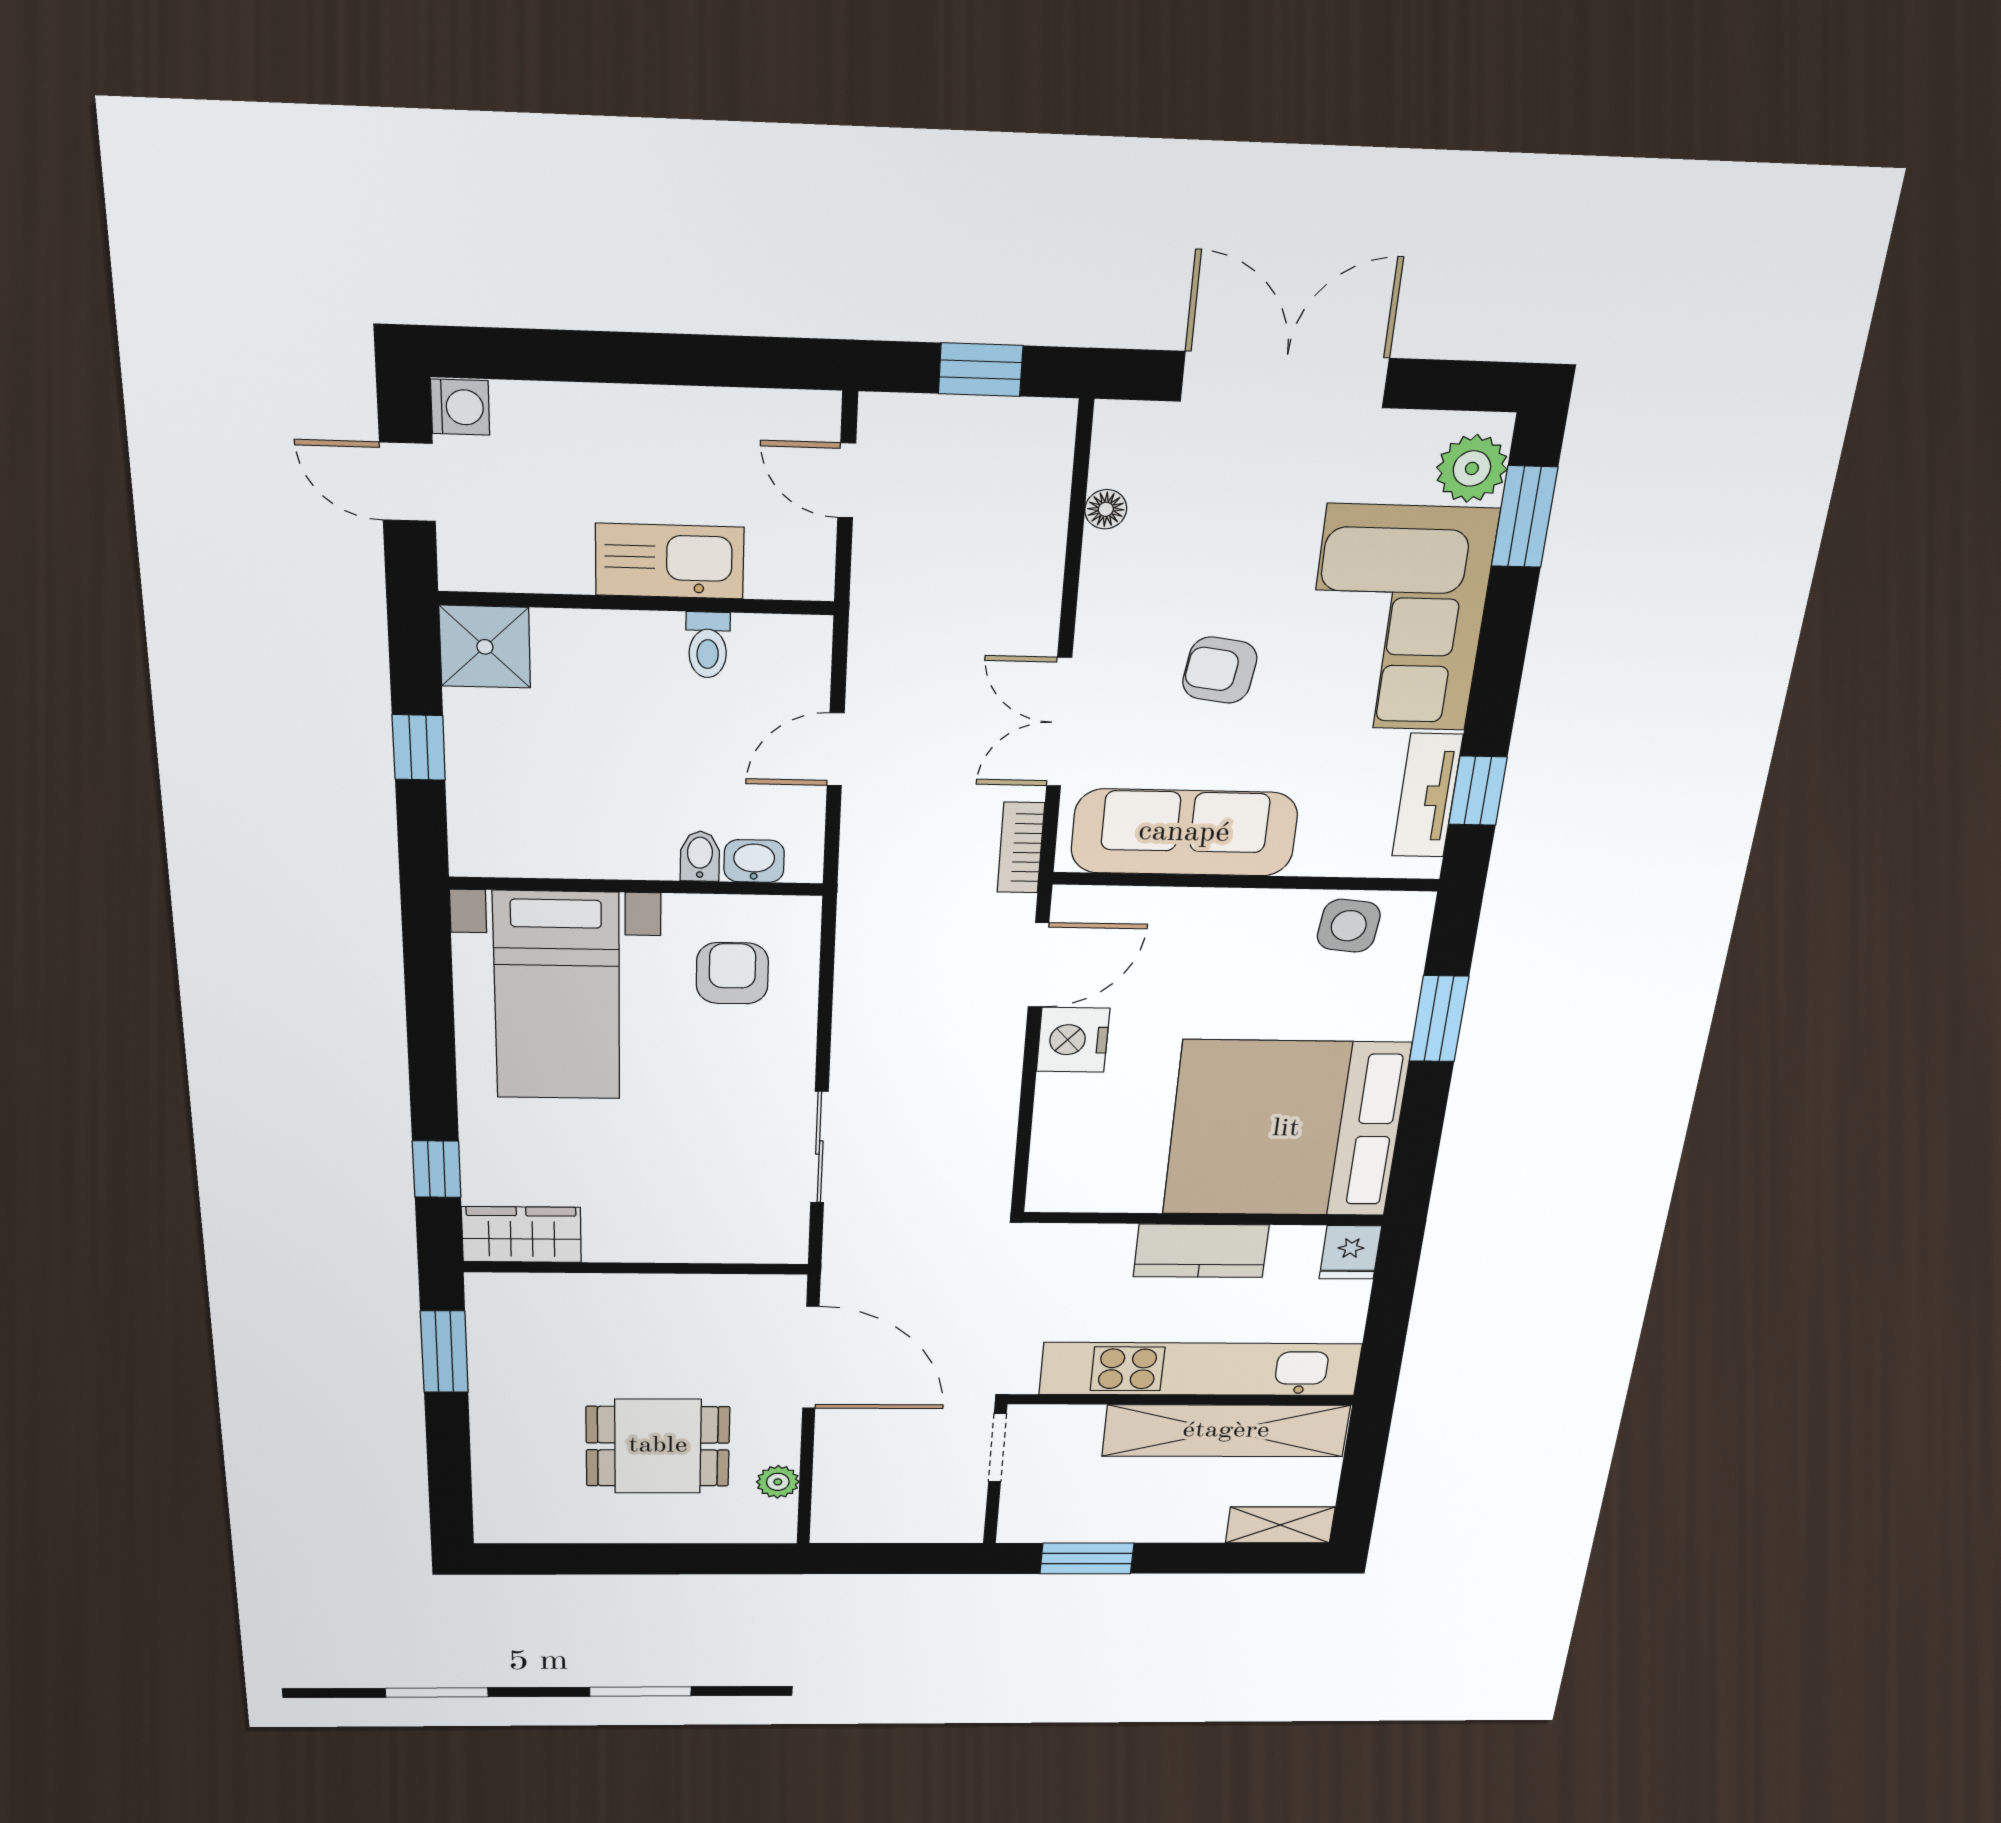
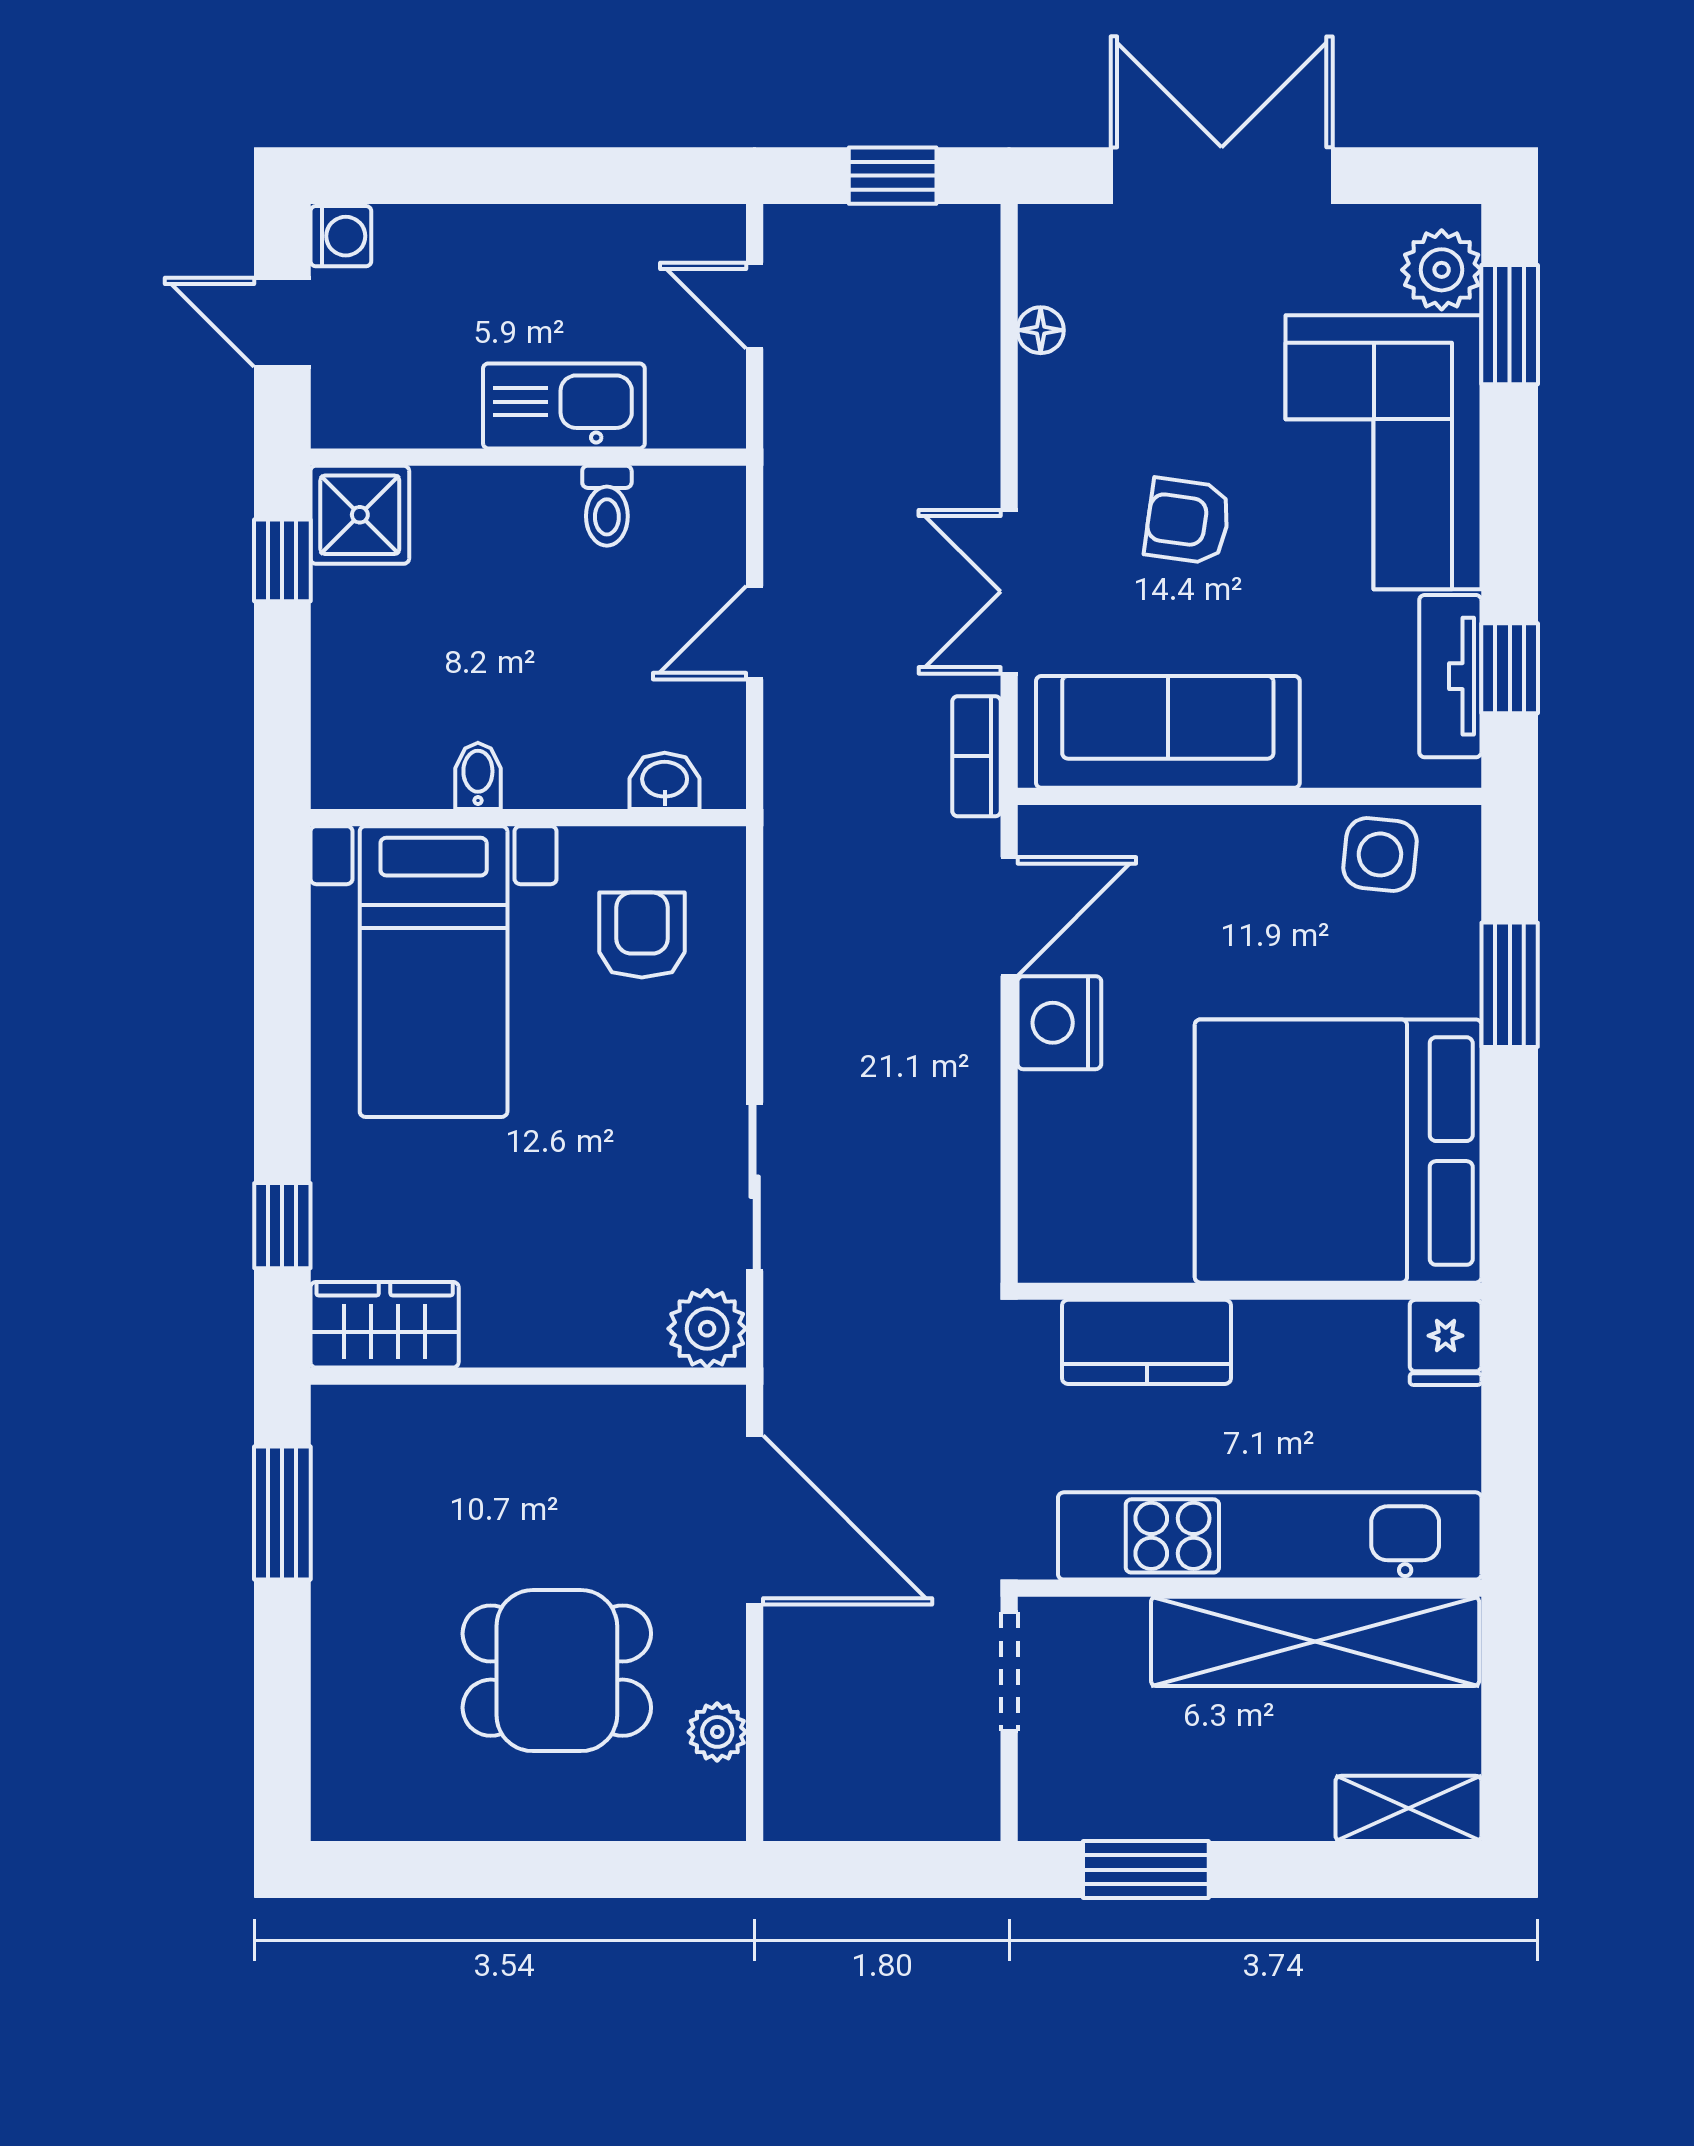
window: (419, 748) -> (282, 560), moved
bidet: (700, 856) -> (478, 776), moved
plant: (778, 1239) -> (707, 1329), added
kitchen counter: (1201, 1251) -> (1147, 1342), moved

